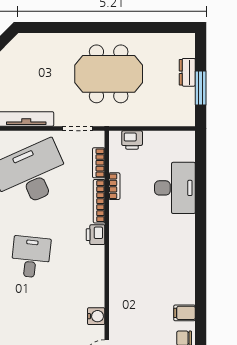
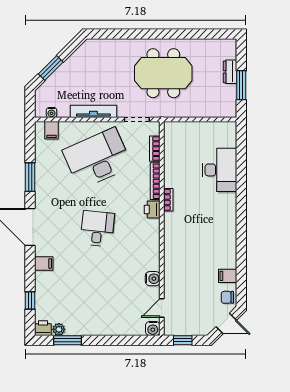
printer: (132, 140) -> (183, 129), removed
bookcase: (114, 186) -> (168, 200), moved

